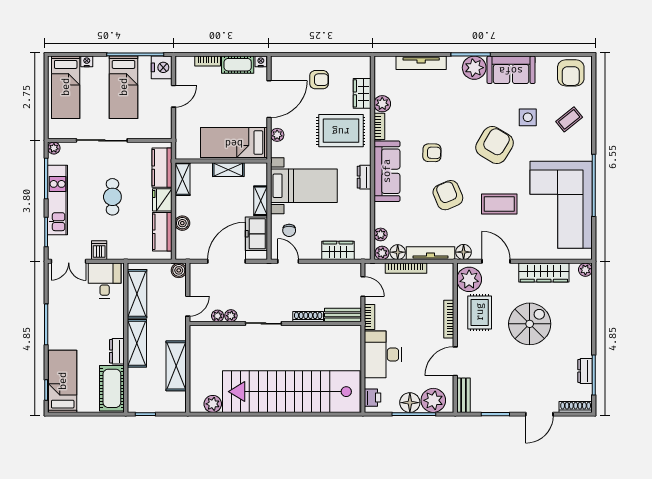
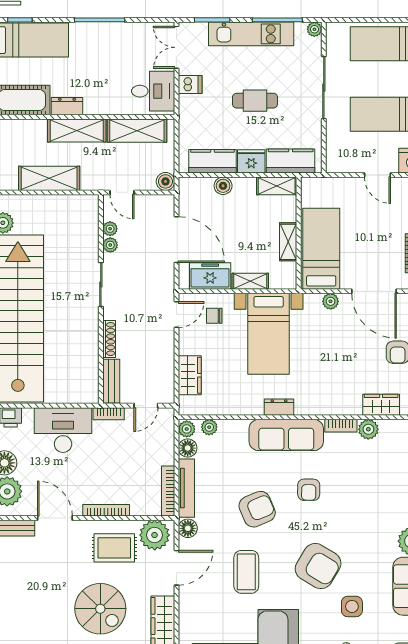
rug: (341, 131) -> (336, 379), removed
bookcase: (406, 268) -> (168, 491), moved

